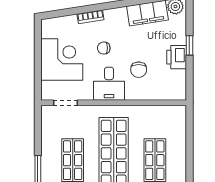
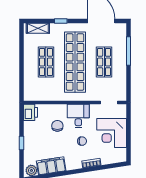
printer: (177, 57) -> (31, 112), moved

